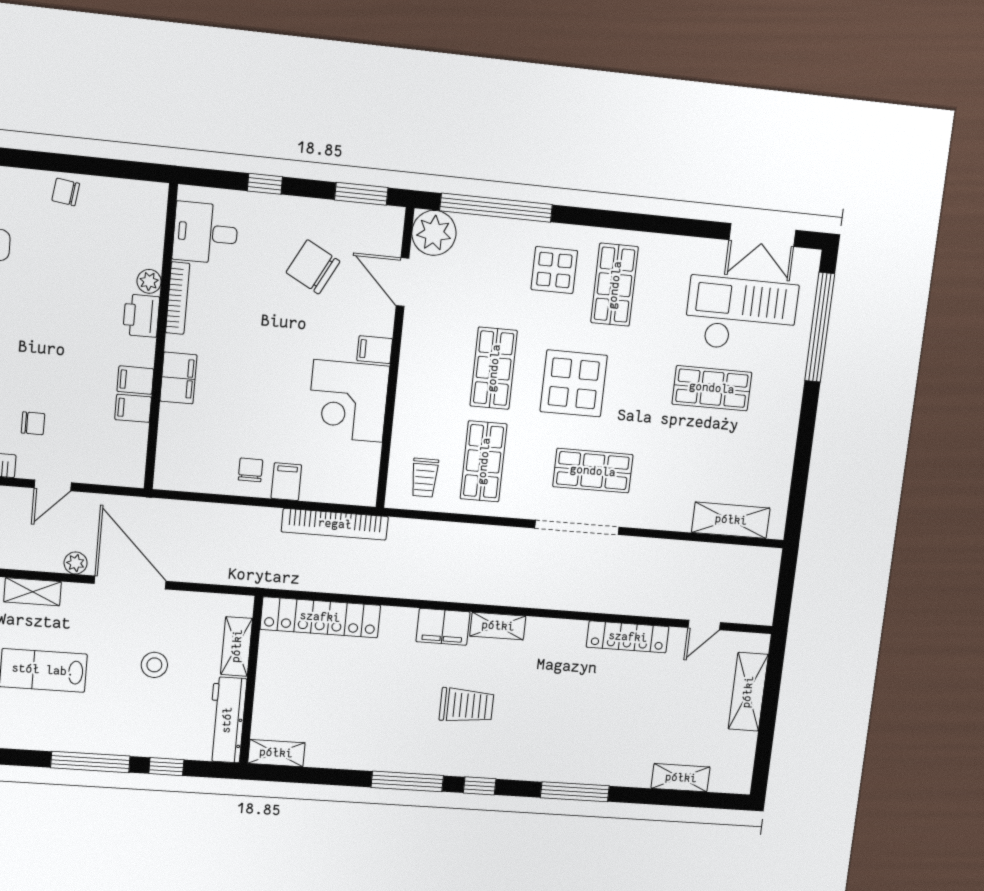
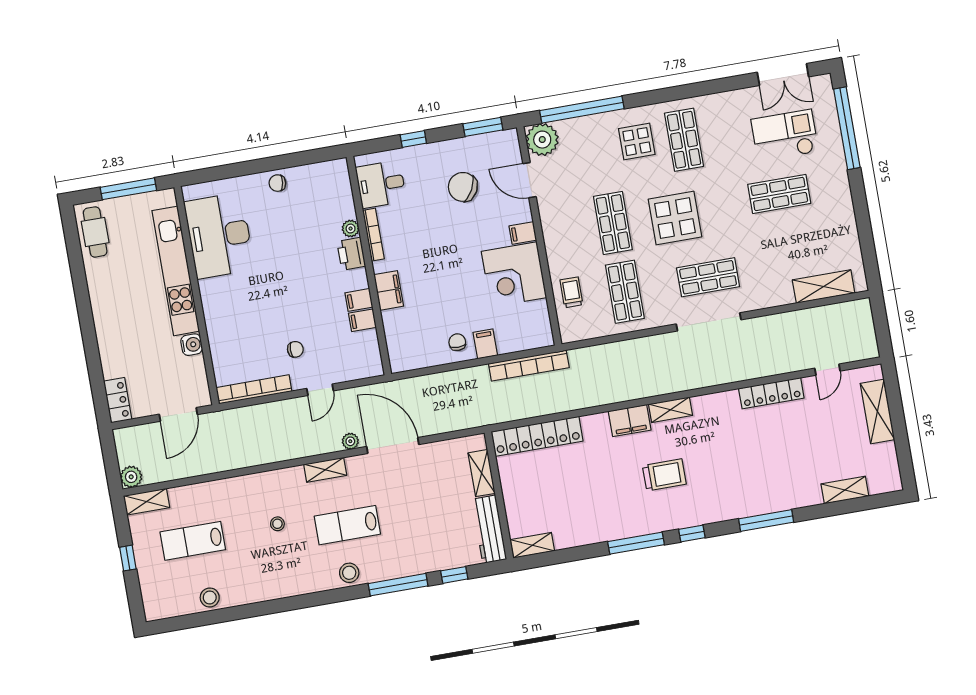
checkout: (741, 315) -> (785, 135), width x0.73, depth x0.83
trolley: (424, 478) -> (571, 292), moved, turned 180
stool: (154, 665) -> (349, 573), moved

